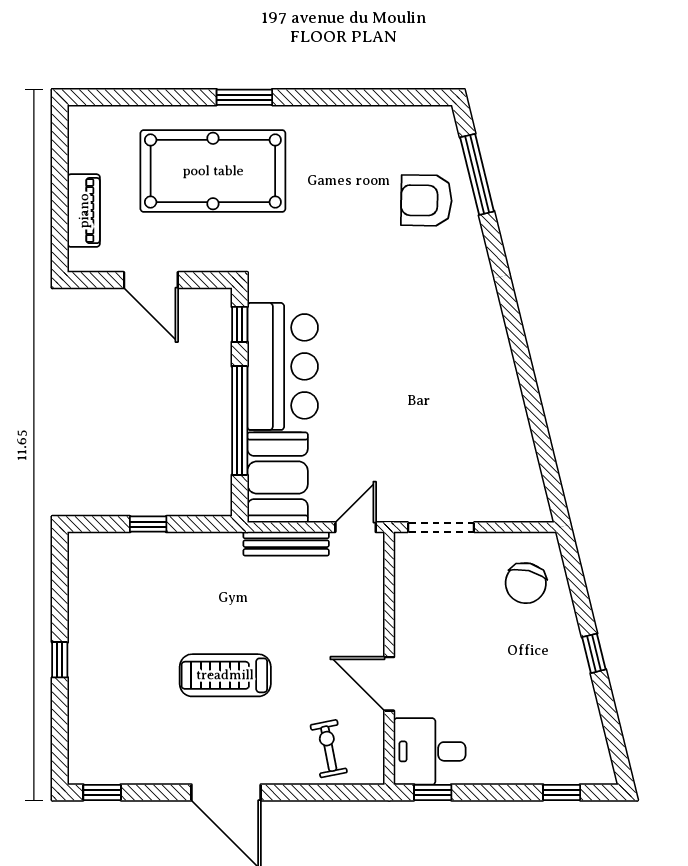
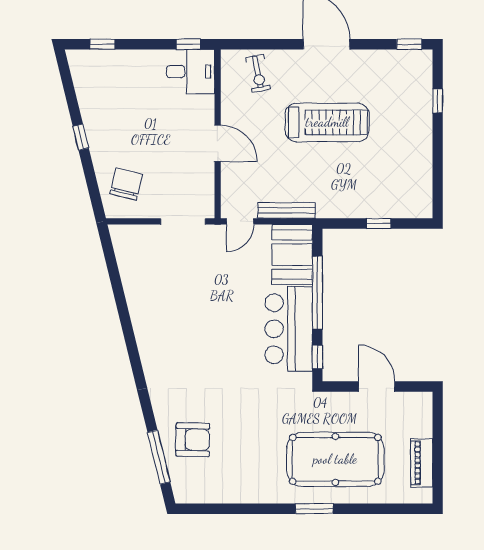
piano: (84, 211) -> (422, 463), moved
window: (60, 660) -> (438, 101), moved
treadmill: (225, 675) -> (327, 122), width x1.37, depth x1.38
door: (389, 684) -> (218, 143), moved

